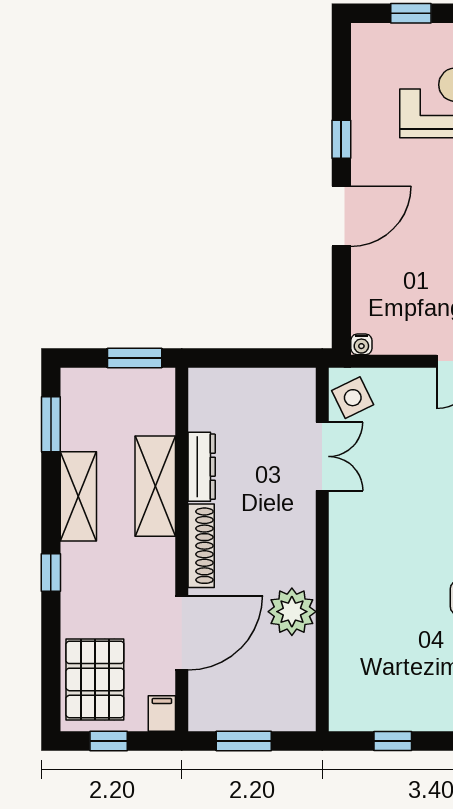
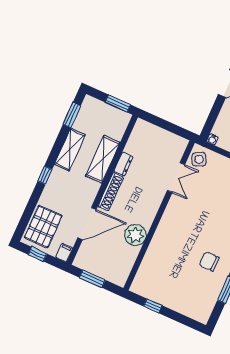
dresser: (202, 467) -> (123, 164), width x0.70

